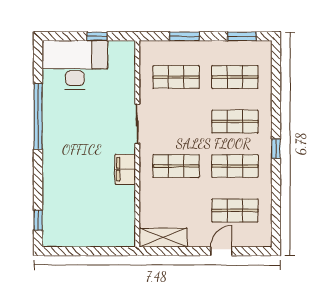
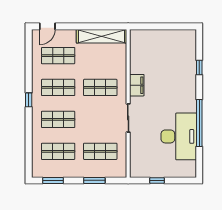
desk: (75, 65) -> (179, 136), moved, turned -90
window: (38, 220) -> (199, 68), moved
shelving: (163, 237) -> (102, 36), width x1.47
door: (221, 251) -> (47, 26), moved

